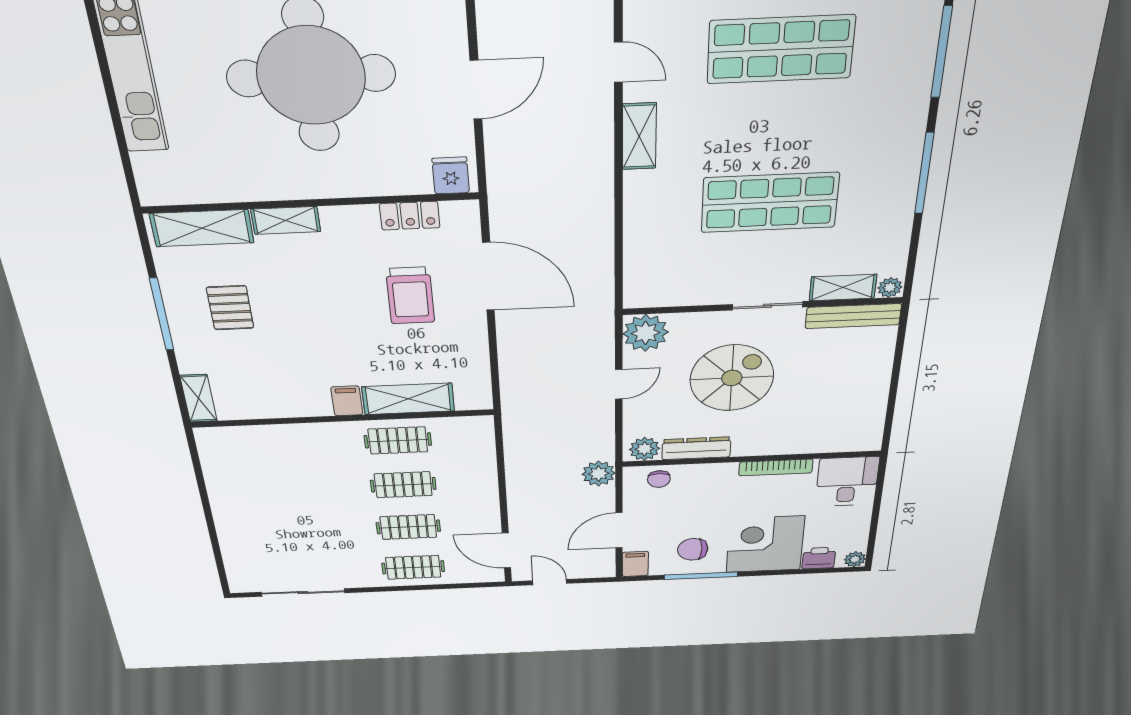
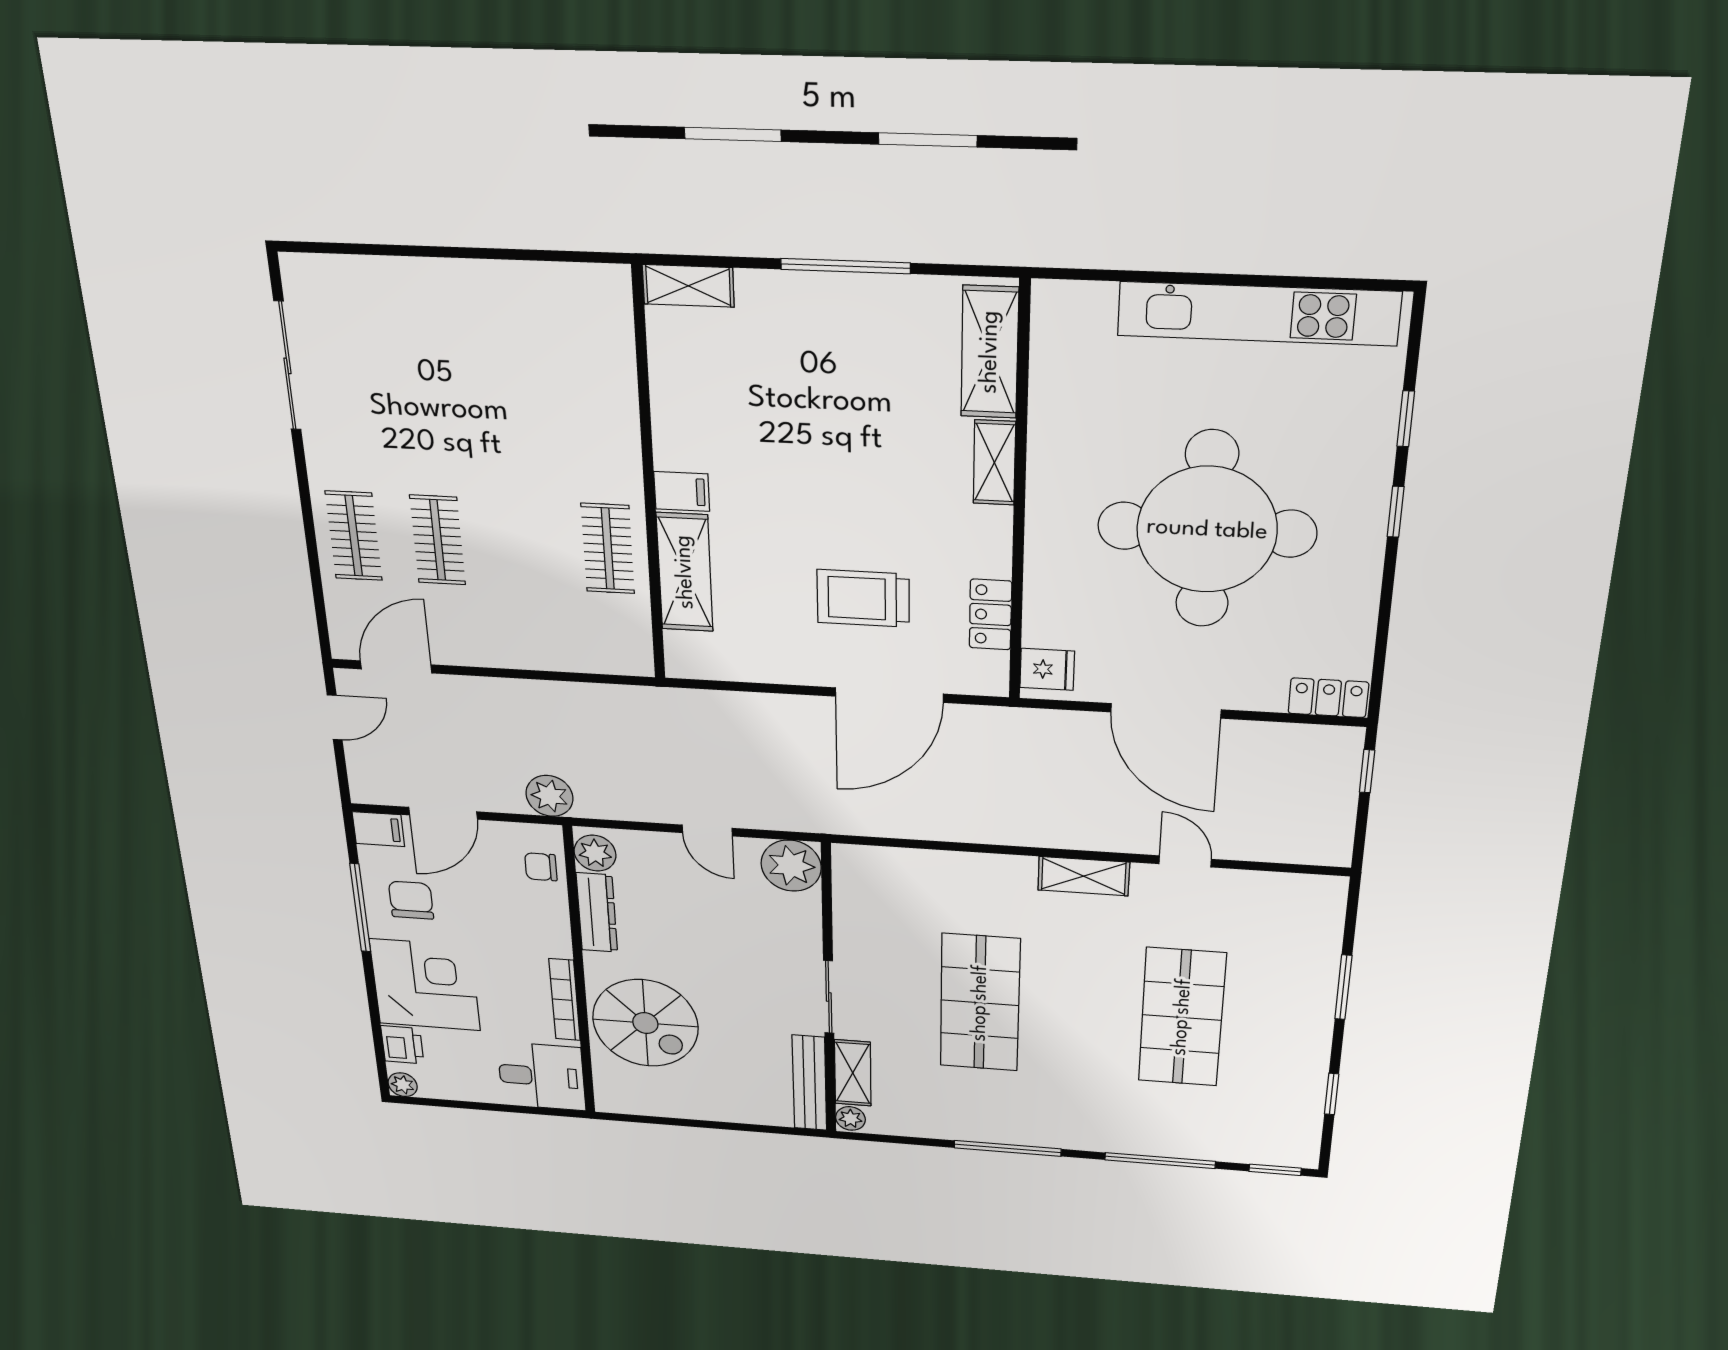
door: (618, 62) -> (1185, 861), swing flipped
door: (476, 90) -> (1166, 711), width x1.36
pallet: (230, 308) -> (853, 363), removed
spiral stairs: (732, 378) -> (645, 1023), moved
clothes rail: (403, 485) -> (522, 544), removed
door: (619, 530) -> (443, 813), swing flipped

